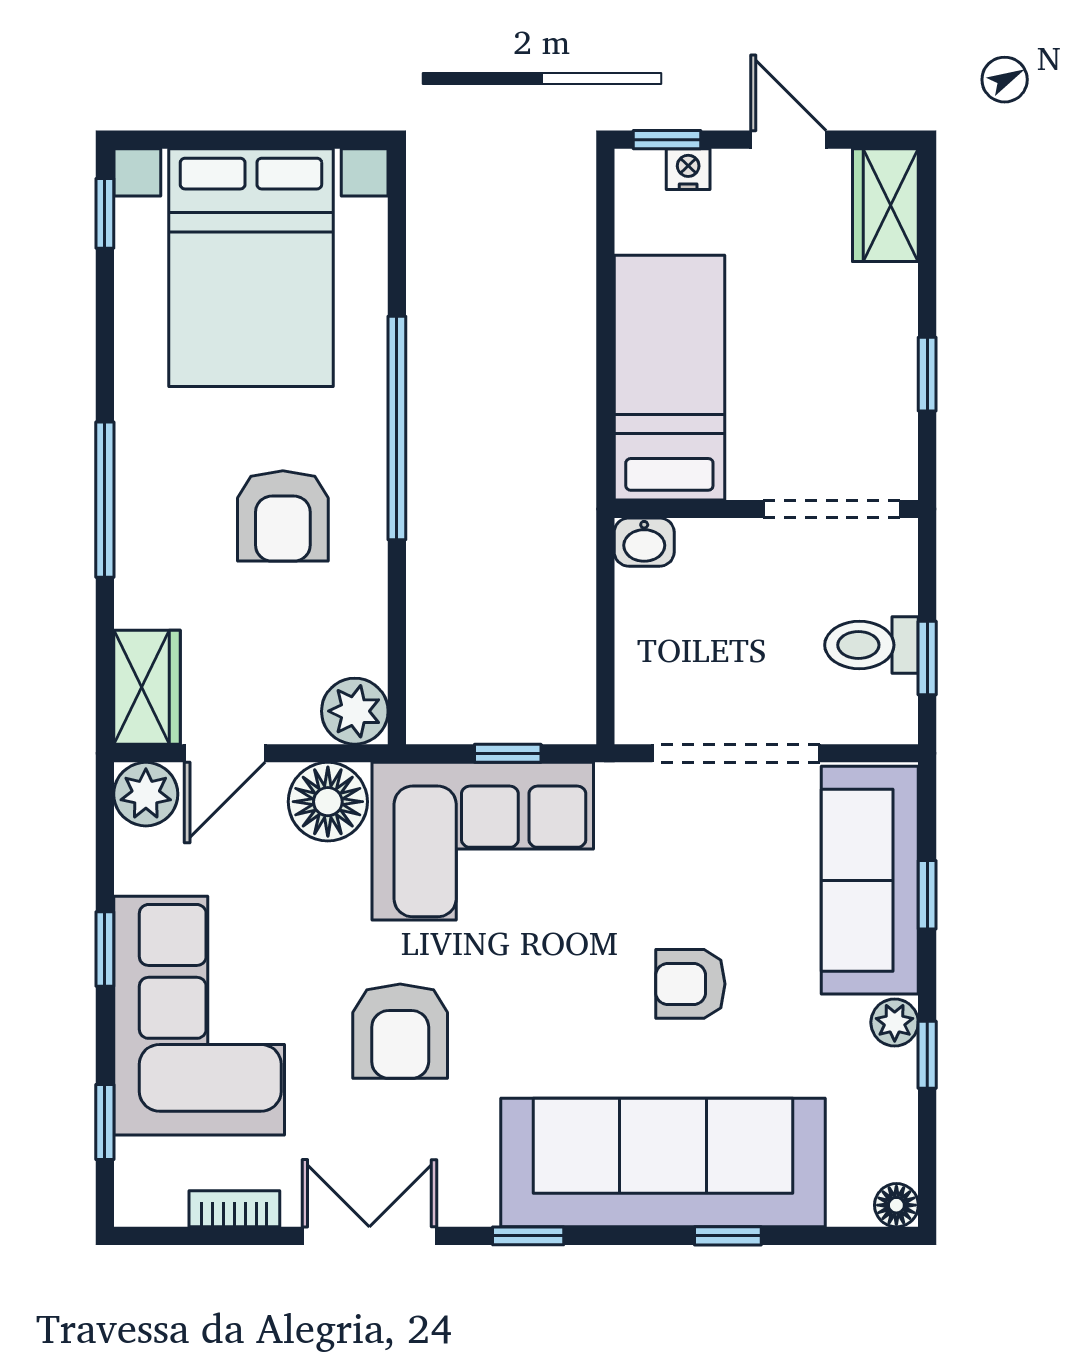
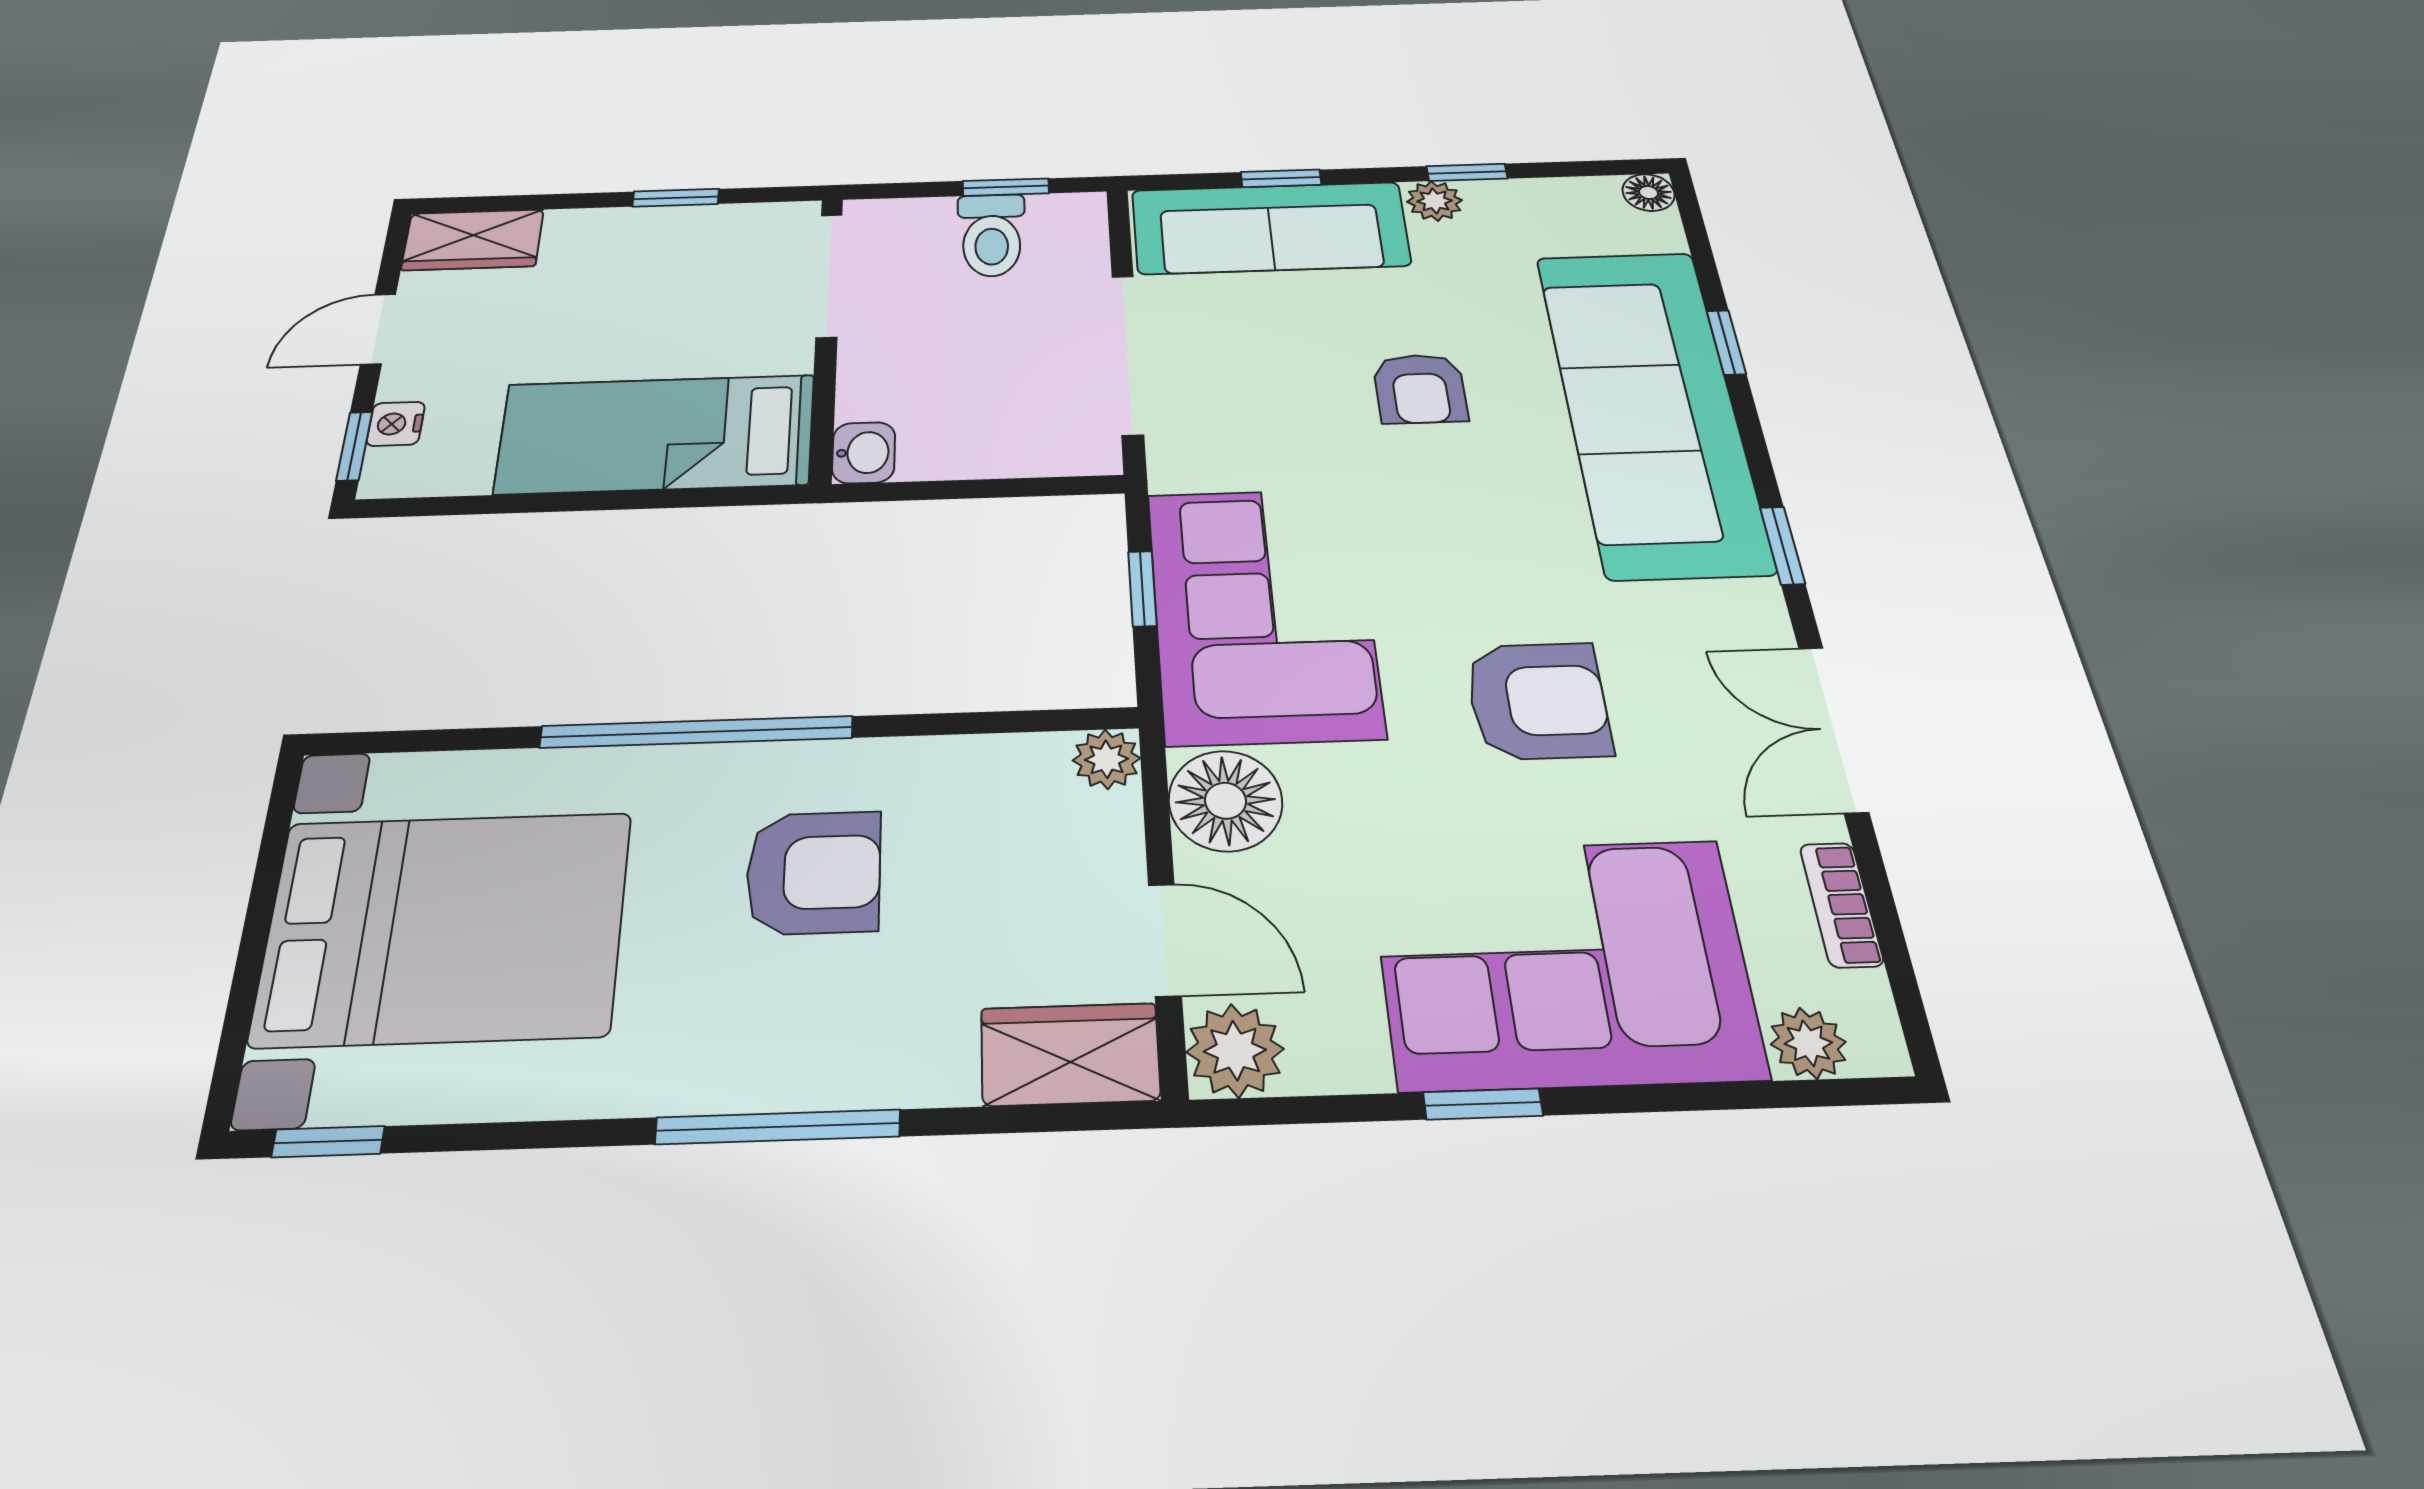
plant: (355, 711) -> (1106, 759), width x0.73, depth x0.73
window: (105, 1122) -> (1754, 1095), removed
plant: (138, 1164) -> (1808, 1043), added

